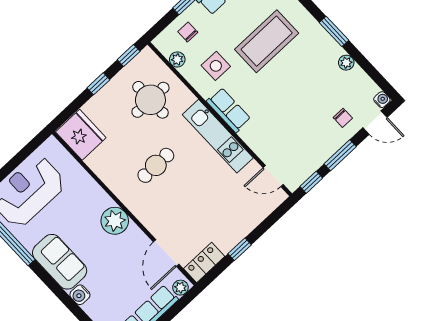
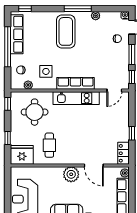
window: (334, 31) -> (78, 9), width x1.44
coffee table: (267, 41) -> (66, 31), moved
window: (98, 84) -> (8, 138), moved
row of seats: (229, 110) -> (75, 83), width x1.48
cafe table: (156, 165) -> (49, 145), moved
door: (166, 253) -> (94, 165), moved

